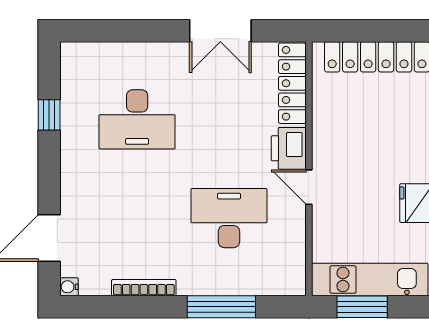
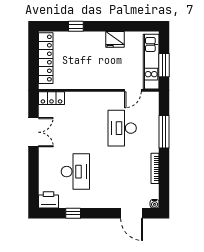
locker: (292, 83) -> (51, 98), width x0.66
printer: (289, 148) -> (49, 200), moved, turned 180
door: (309, 187) -> (133, 90), moved

